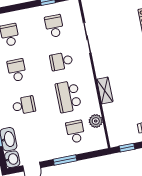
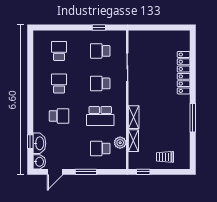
school desk: (54, 26) -> (100, 51), turned -90
school desk: (68, 96) -> (100, 116), turned -90
shelving: (110, 116) -> (133, 141), added
school desk: (75, 132) -> (100, 148), turned -90

